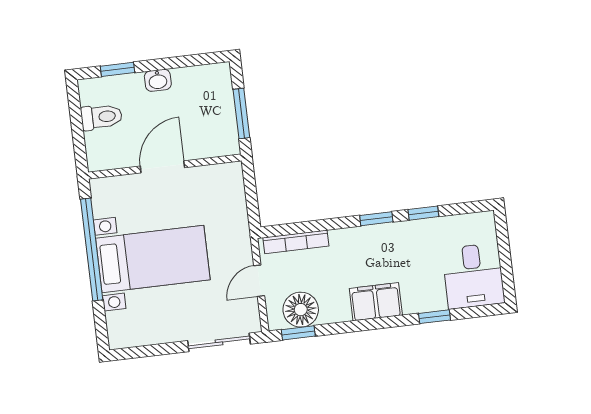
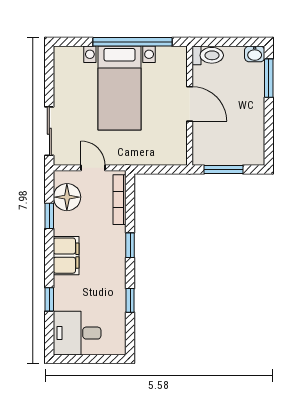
window: (117, 69) -> (269, 78), width x1.50
washbasin: (158, 80) -> (255, 54), moved, turned -90
toilet: (101, 117) -> (208, 55), moved, turned -90
window: (376, 219) -> (130, 245), moved
window: (298, 333) -> (49, 216), moved

